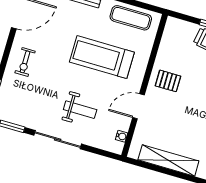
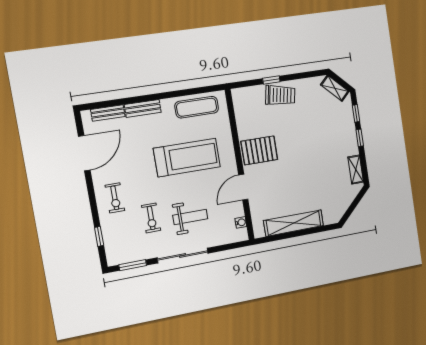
treadmill: (102, 57) -> (187, 158), turned 180
pallet: (168, 81) -> (259, 150), width x1.50, depth x1.42
exercise bike: (47, 94) -> (151, 218), added

